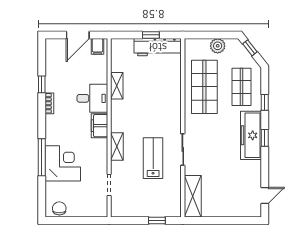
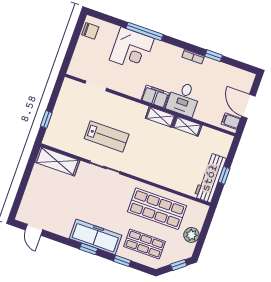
shelving: (117, 146) -> (160, 117), moved

